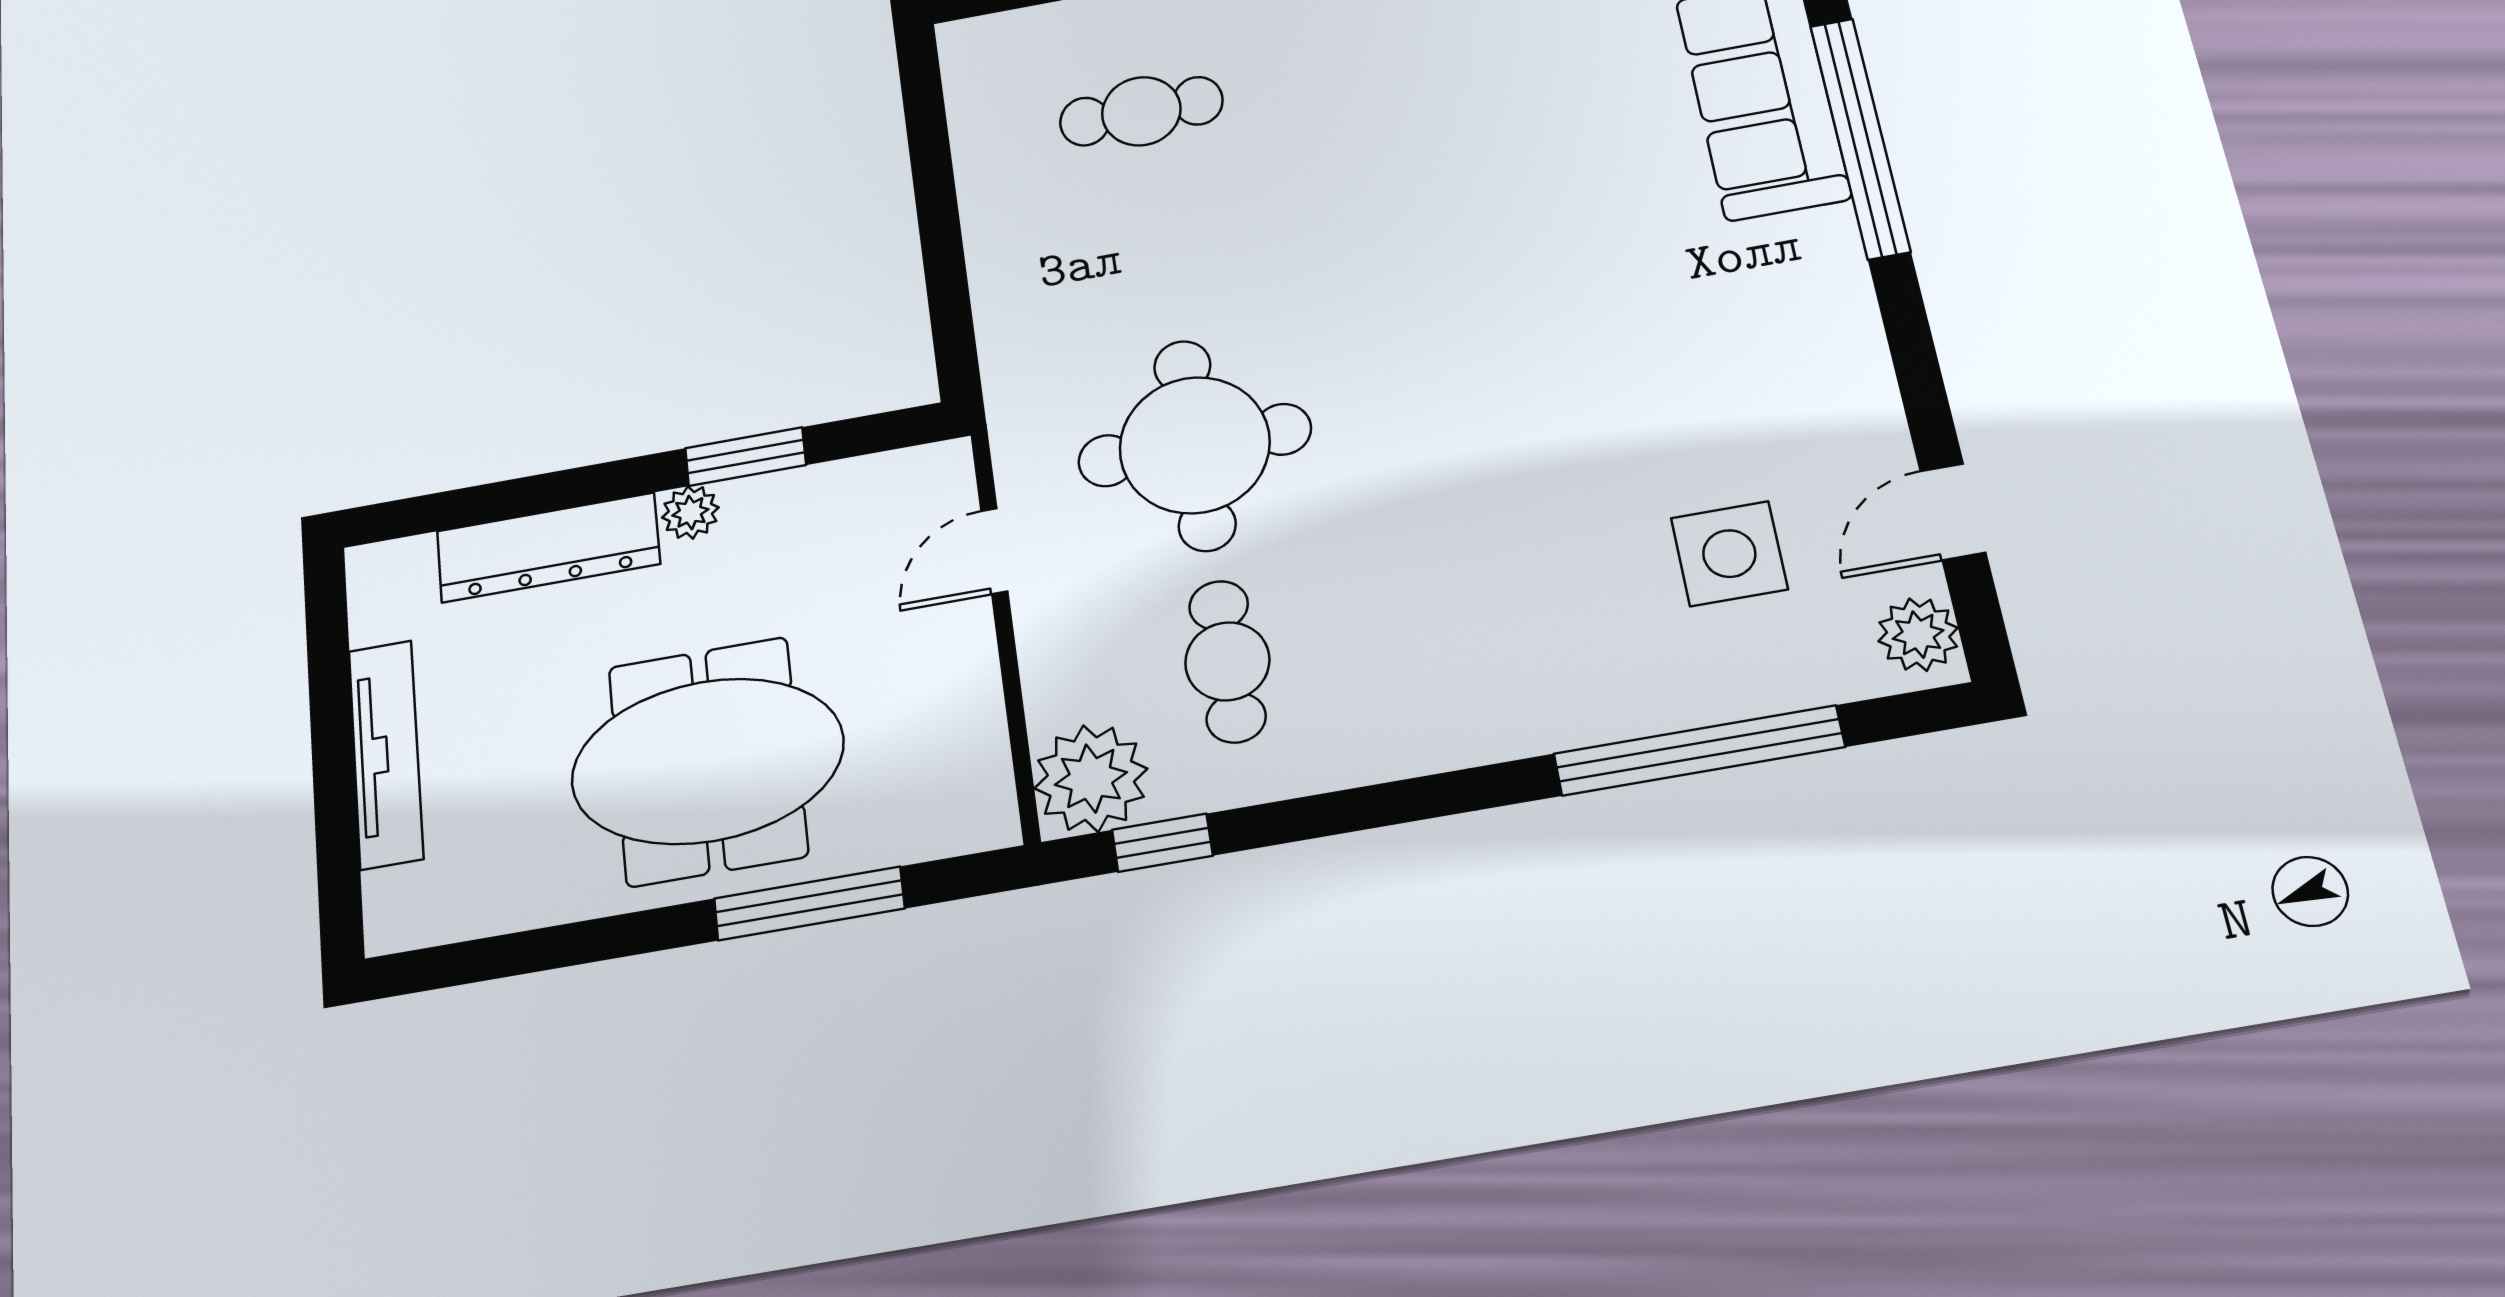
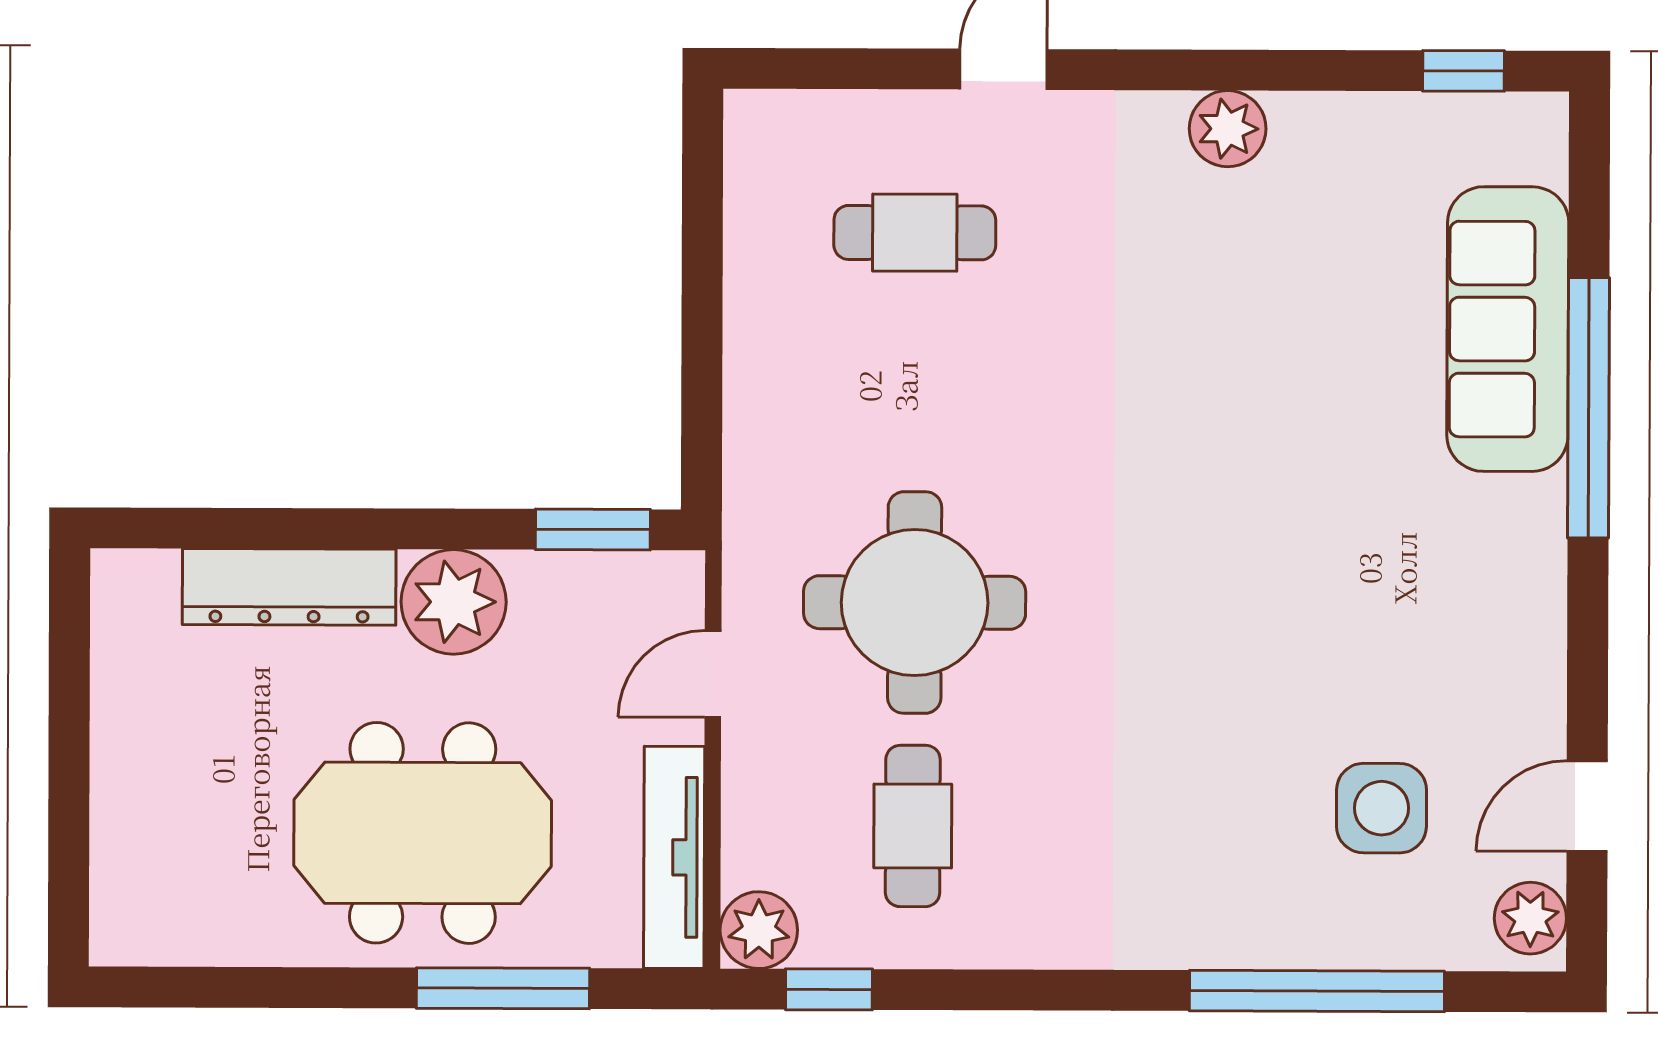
window: (746, 457) -> (593, 530), moved
plant: (690, 512) -> (454, 602), width x1.88, depth x1.88
tv unit: (386, 754) -> (674, 857), moved, turned 180
plant: (1091, 778) -> (759, 930), width x0.73, depth x0.73

